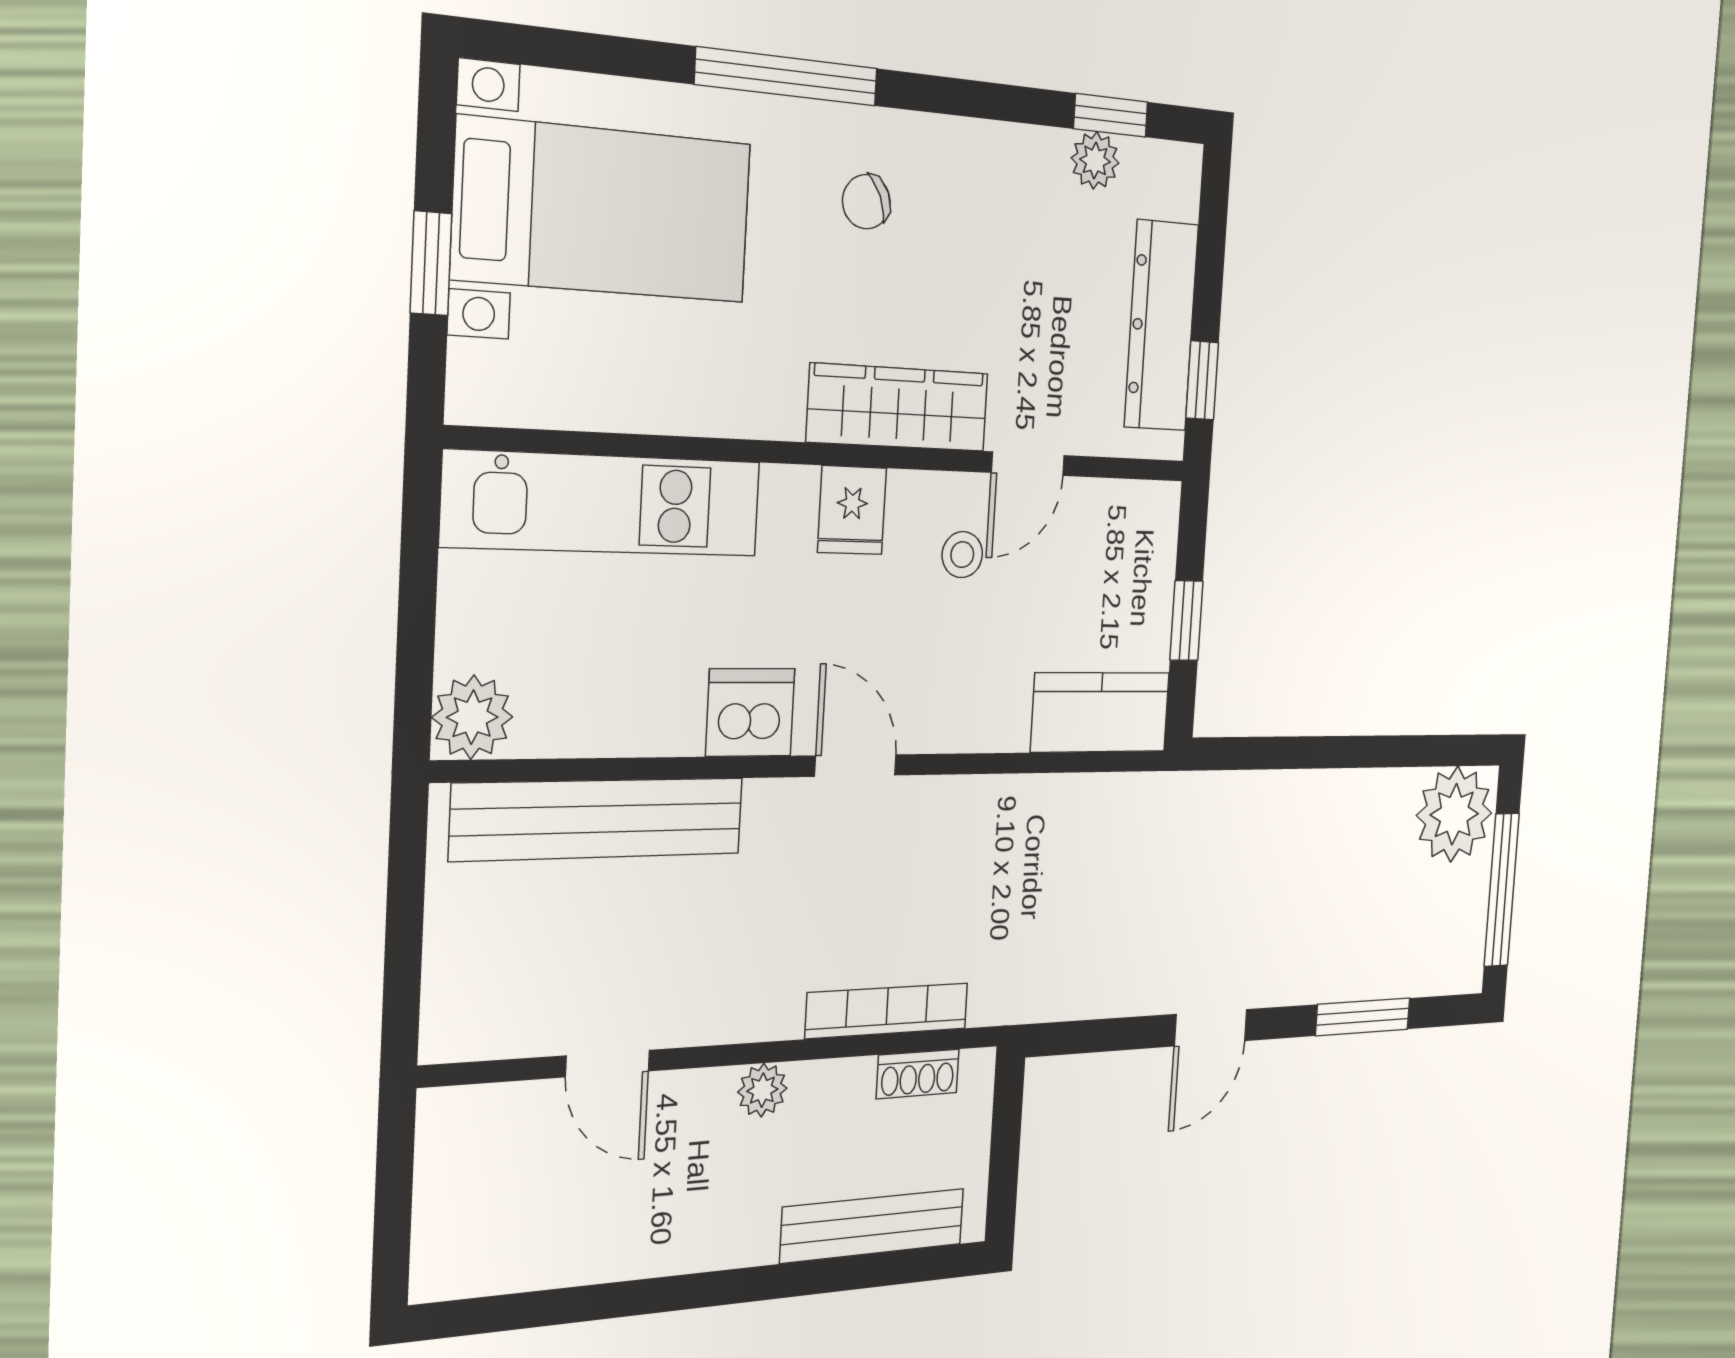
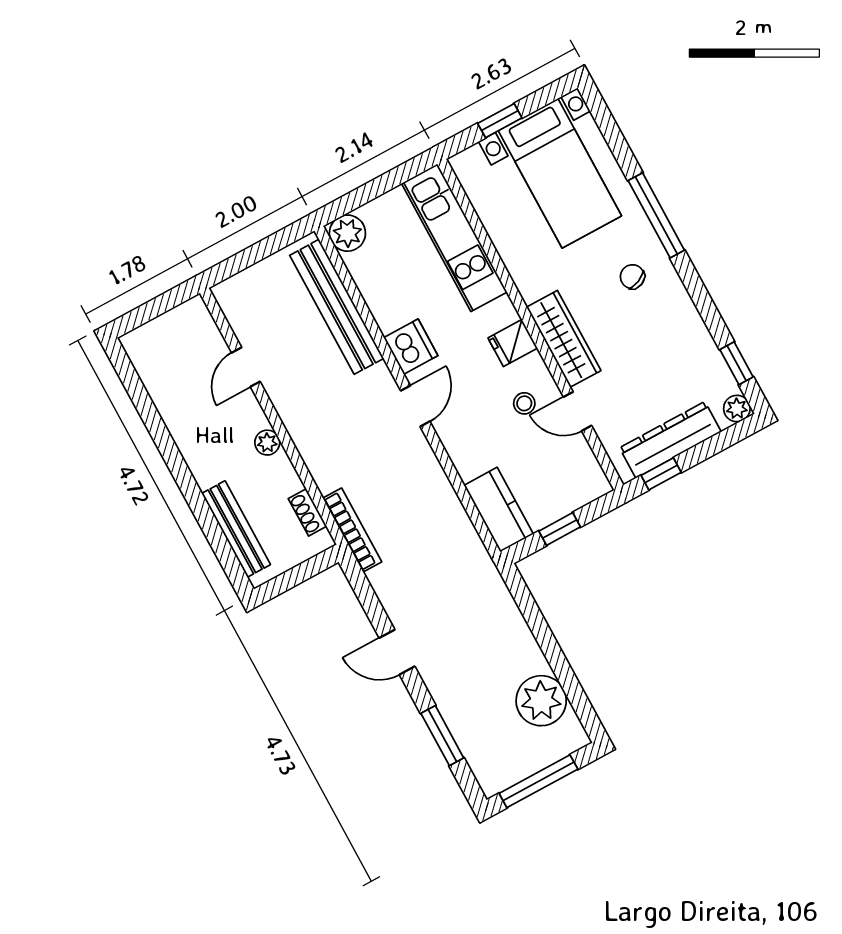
plant: (1095, 160) -> (737, 408), moved
plant: (1454, 814) -> (541, 701), moved
bookcase: (887, 1011) -> (352, 530), moved

